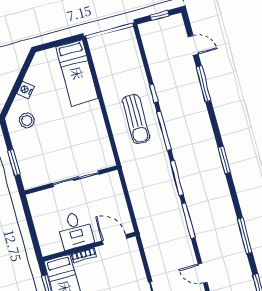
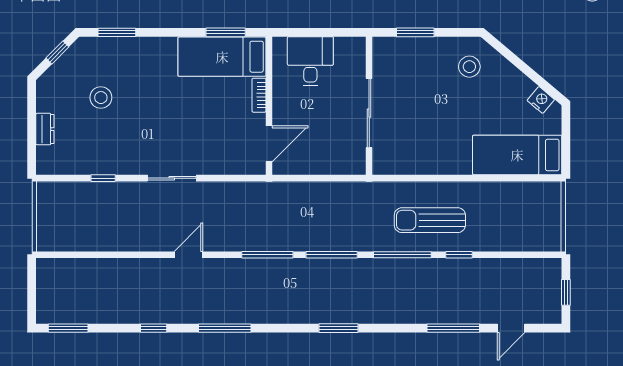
nightstand: (25, 90) -> (541, 100), moved
desk: (75, 230) -> (310, 61), moved, turned 90

